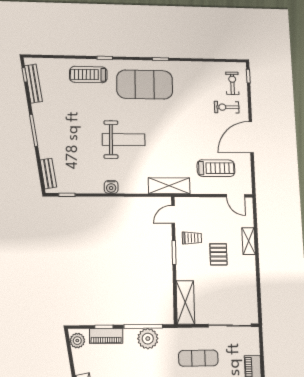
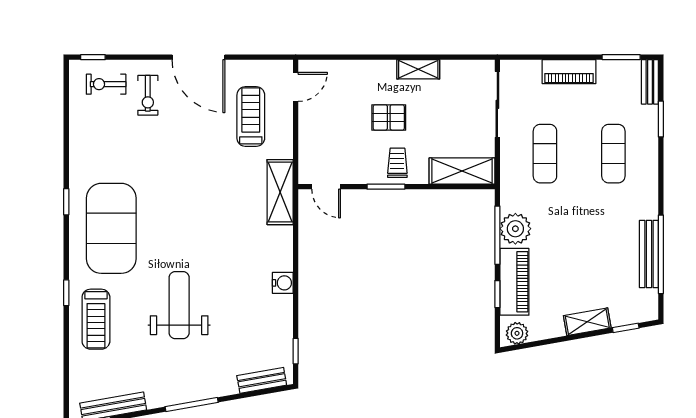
weight bench: (124, 140) -> (179, 305), moved
trolley: (192, 238) -> (397, 163), moved
shelving: (249, 241) -> (418, 69), moved
piano: (106, 336) -> (514, 282), width x1.37, depth x1.33

